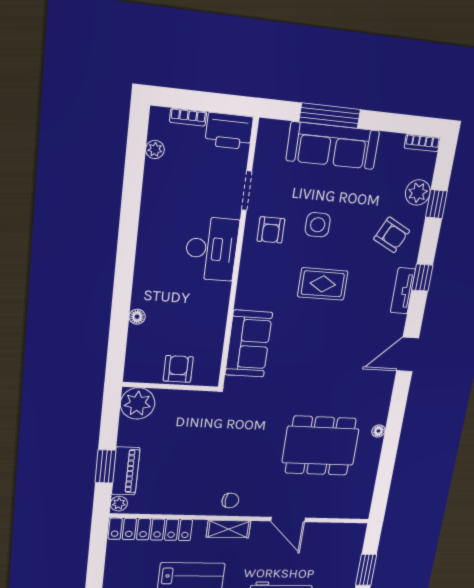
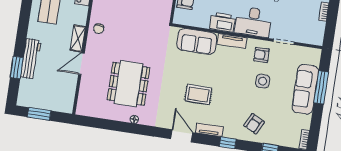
printer: (229, 131) -> (223, 22), moved, turned 90
plant: (418, 193) -> (277, 138), removed
tv unit: (247, 284) -> (232, 41), added
rug: (323, 284) -> (198, 95), moved, turned 90
tv unit: (403, 291) -> (209, 130), moved
shelving: (228, 529) -> (78, 39), moved

